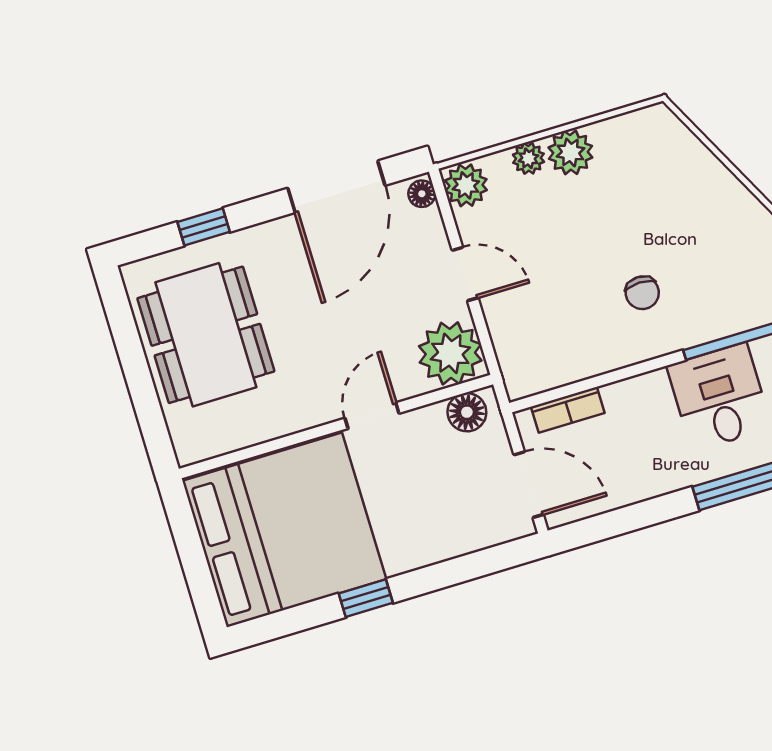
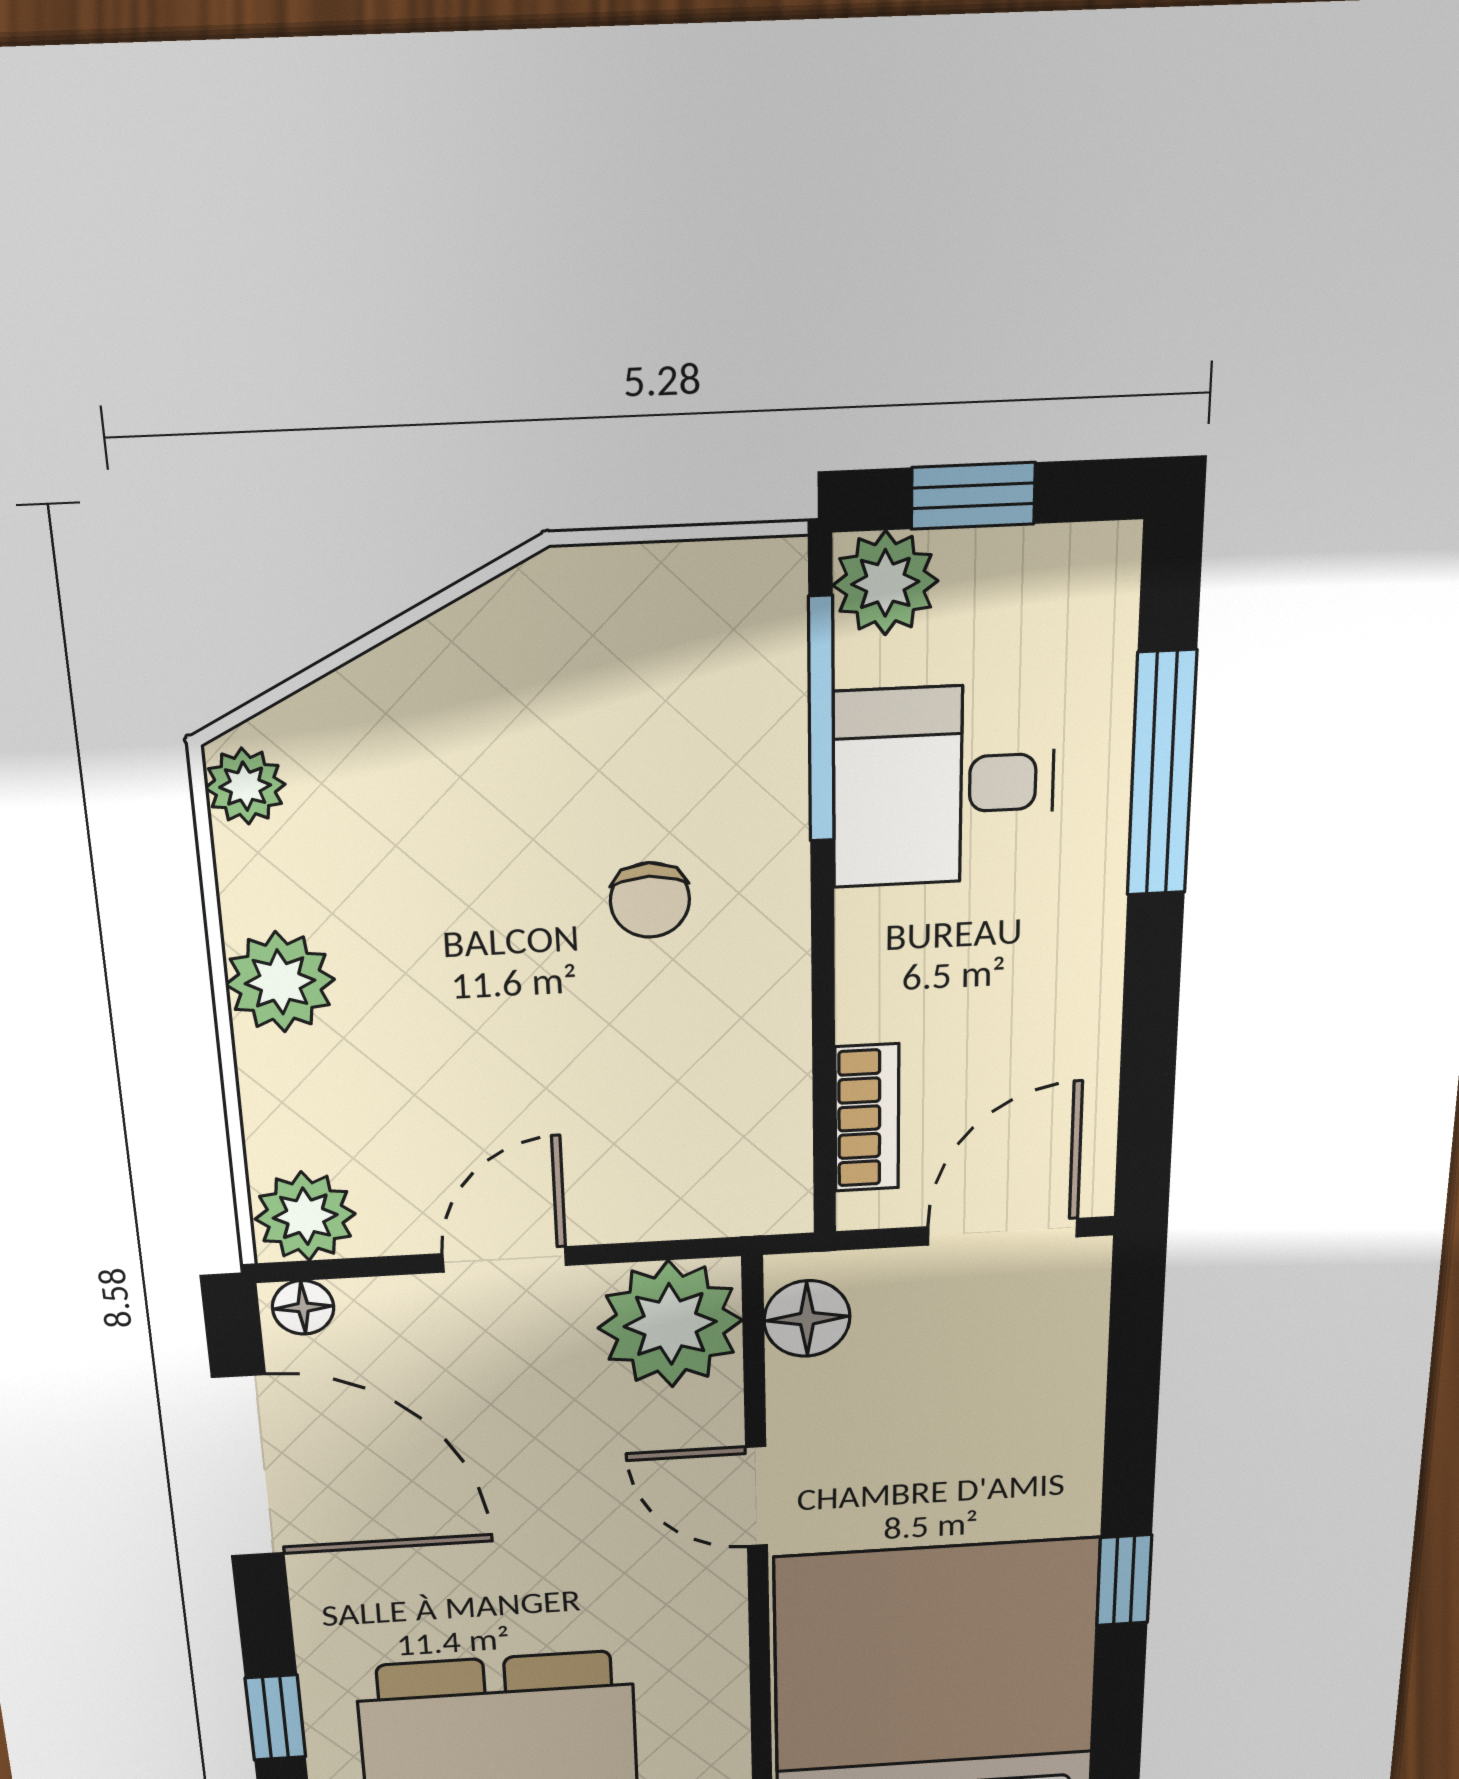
plant: (528, 158) -> (245, 786), moved
chair: (642, 293) -> (650, 900), turned 90

